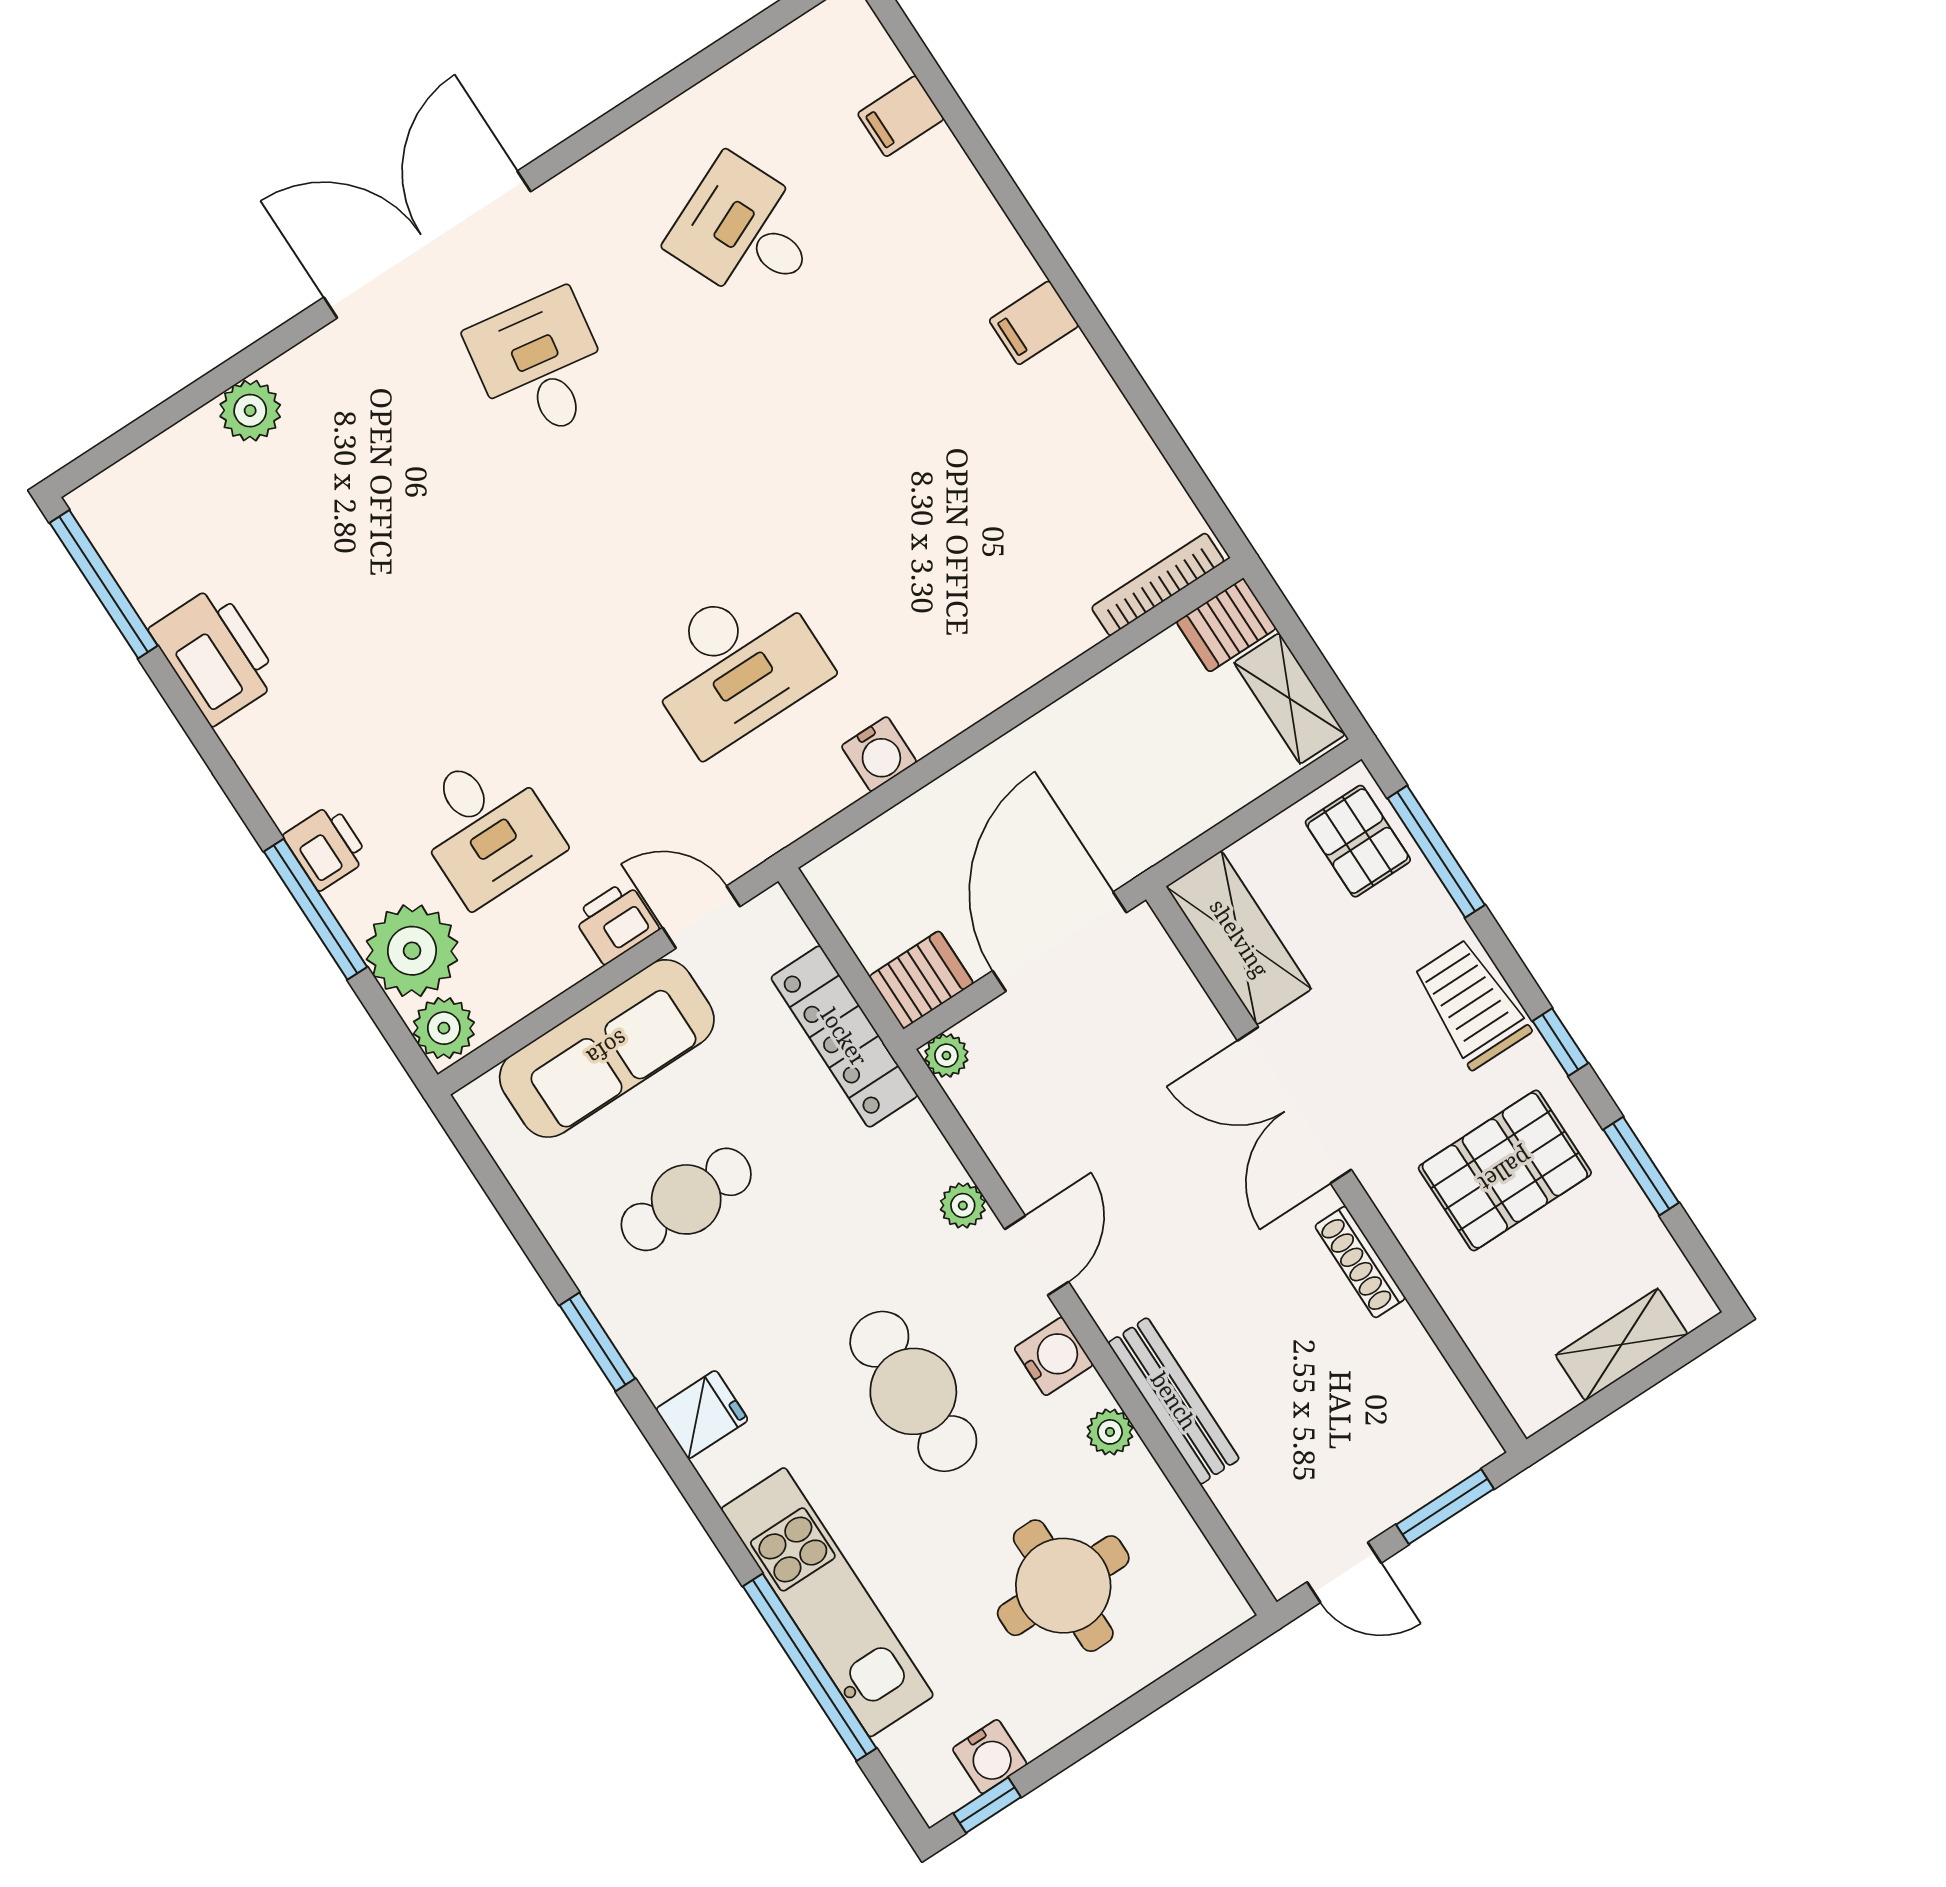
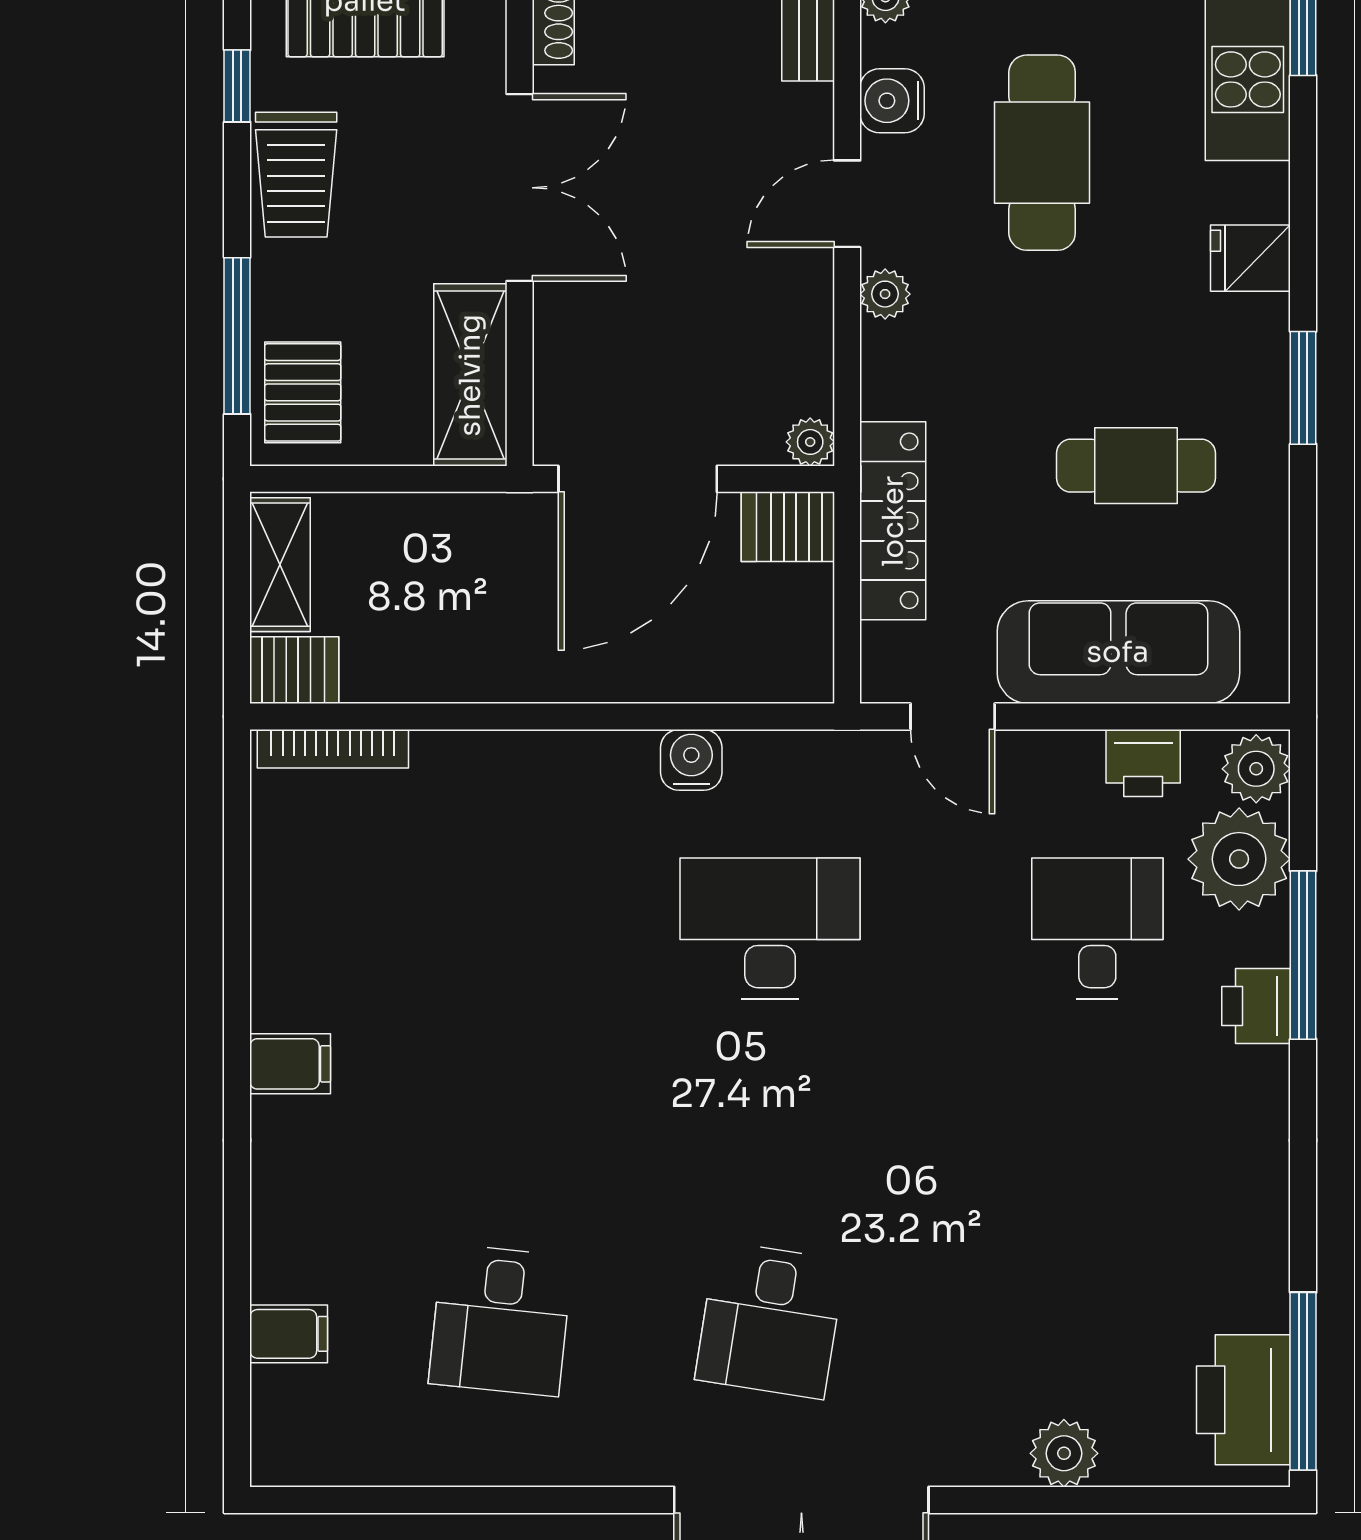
desk: (746, 232) -> (501, 1320), turned 30
printer: (215, 655) -> (1243, 1400), moved
printer: (616, 922) -> (1143, 763), moved

